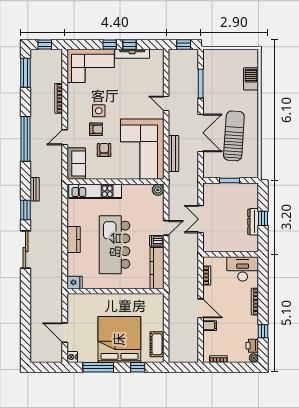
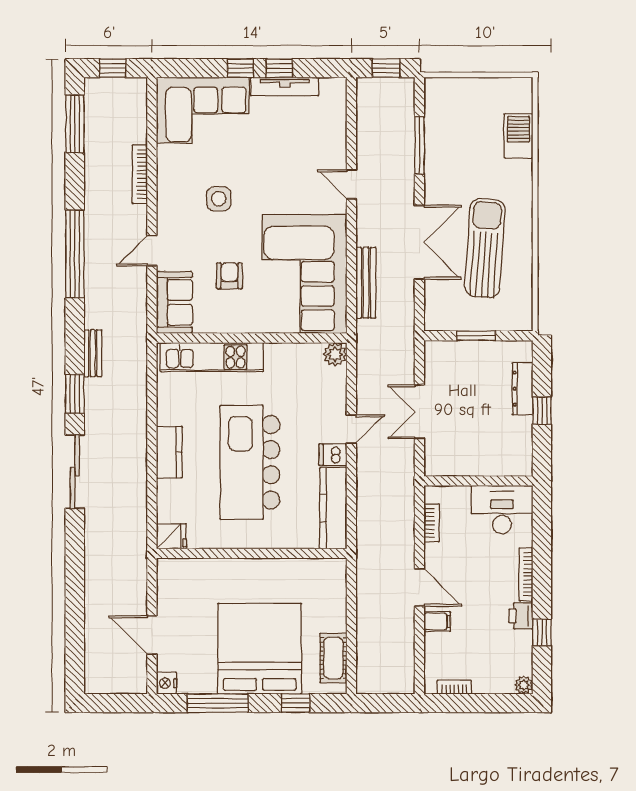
armchair: (96, 129) -> (214, 235), removed
dresser: (253, 222) -> (523, 389), moved
printer: (252, 346) -> (521, 616), moved

